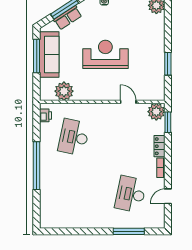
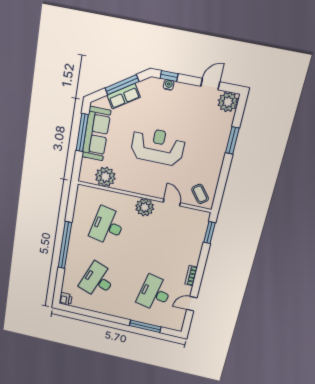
window: (168, 64) -> (232, 140), moved
coffee table: (151, 88) -> (200, 194), added
plant: (156, 112) -> (145, 207), moved
printer: (45, 115) -> (66, 299), moved
locker: (159, 146) -> (195, 254), removed
desk: (74, 194) -> (98, 280), added

